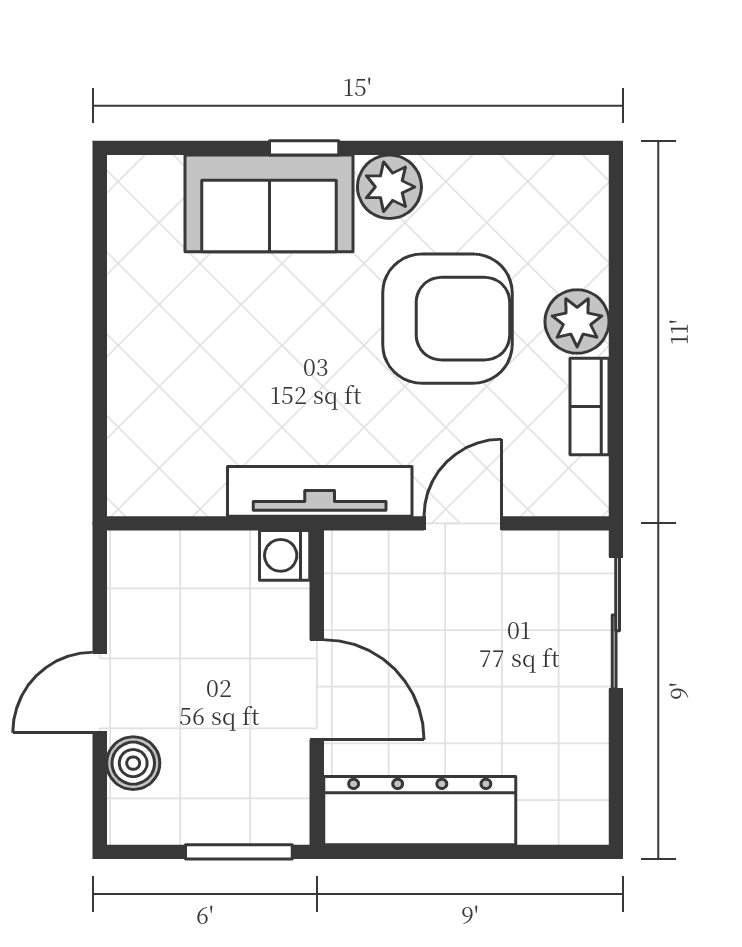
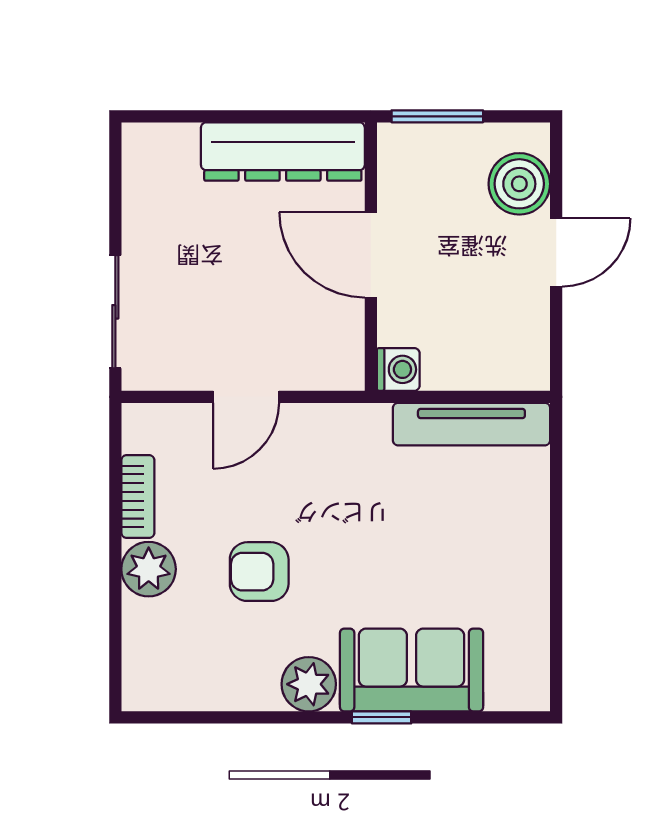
armchair: (447, 319) -> (259, 572), width x0.53, depth x0.53
tv unit: (320, 491) -> (471, 424), moved
boiler: (133, 763) -> (519, 184), width x1.36, depth x1.36

